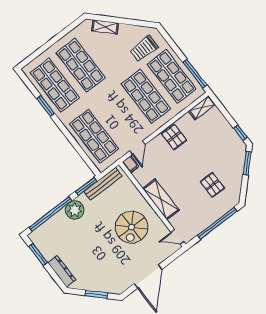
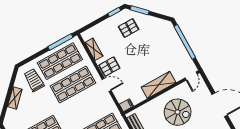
shelving: (105, 27) -> (15, 98), moved
trolley: (144, 49) -> (34, 80), turned 180
shelving: (202, 108) -> (94, 49), moved
door: (137, 148) -> (107, 85), moved
pallet: (212, 185) -> (129, 28), moved

